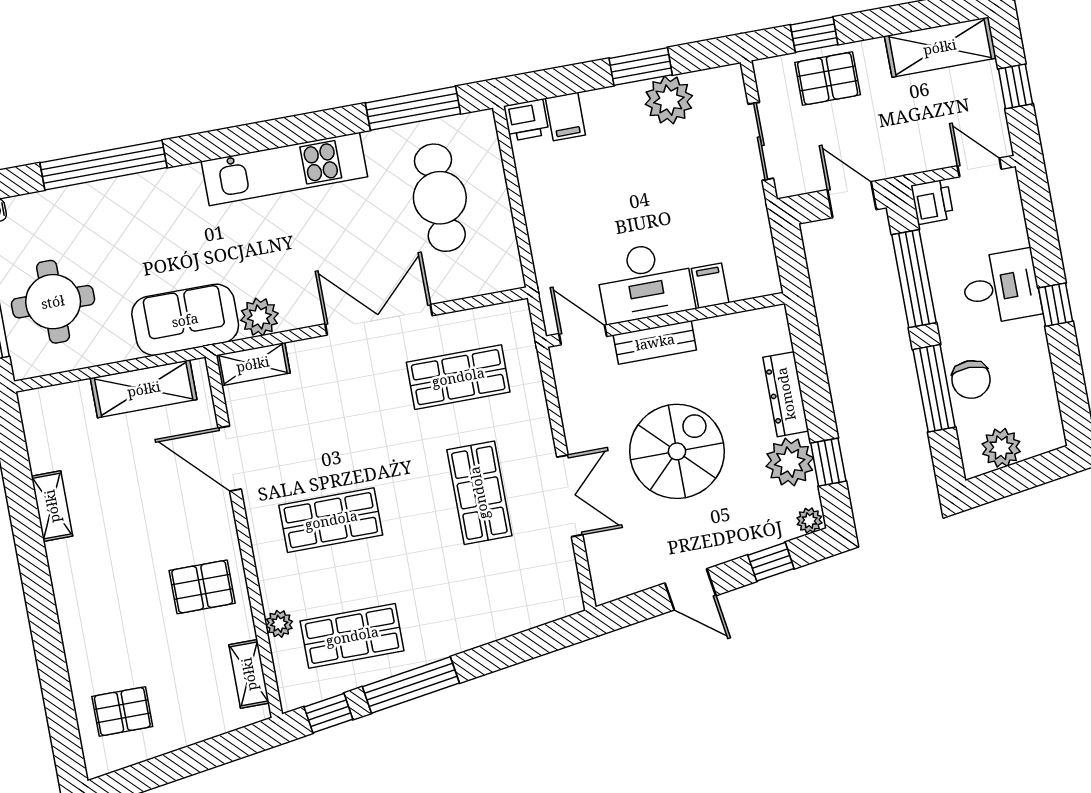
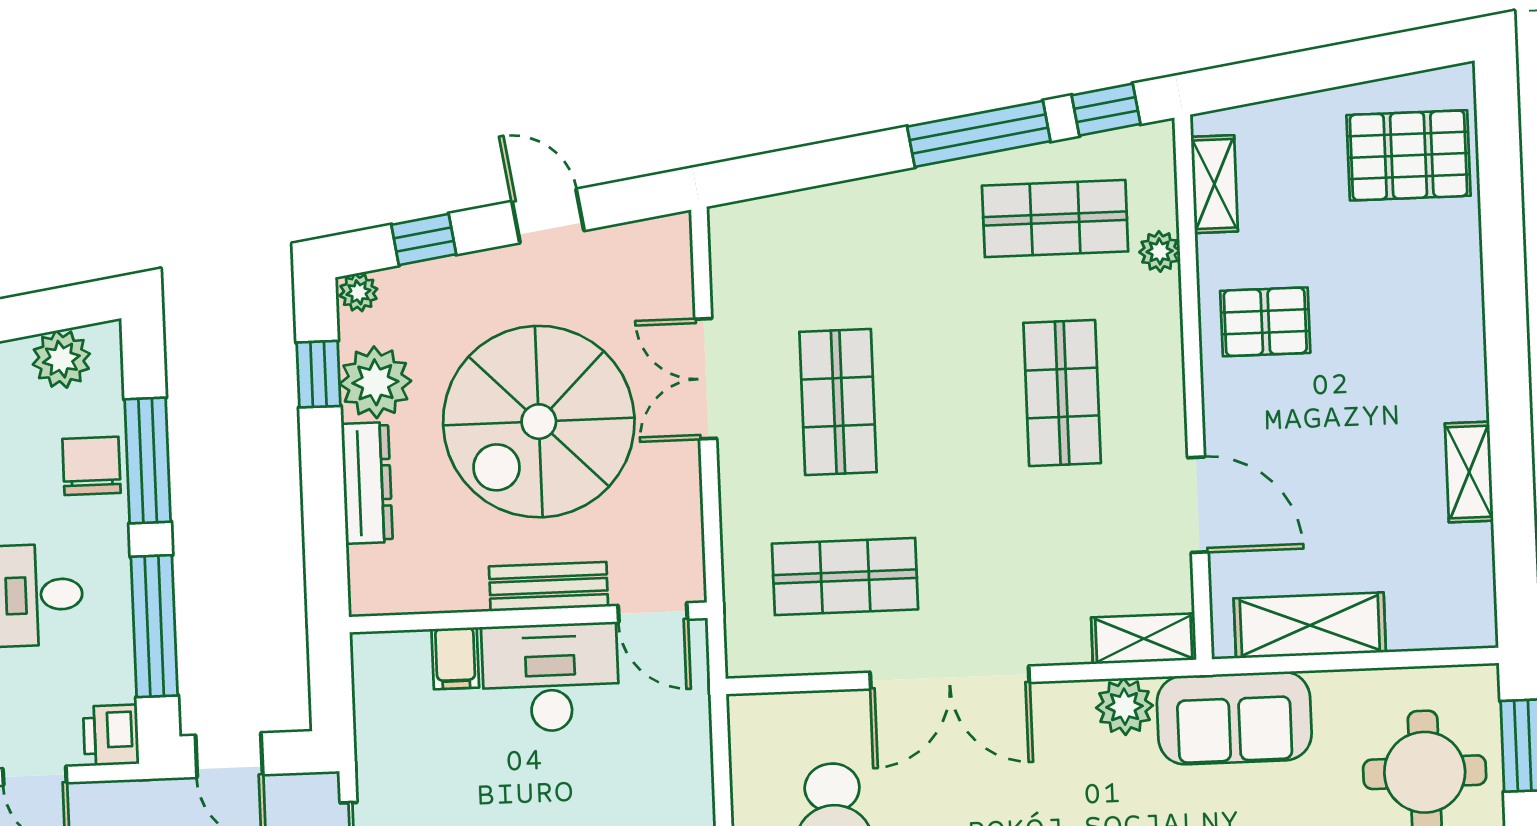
spiral stairs: (677, 451) -> (539, 422), width x1.37, depth x1.37
shop shelf: (331, 520) -> (1062, 393), turned 90
pallet: (122, 711) -> (1409, 155), width x1.50, depth x1.42

